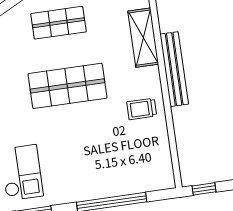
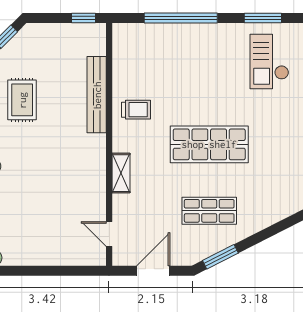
shelving: (143, 38) -> (121, 173), width x0.67, depth x0.75
bench: (174, 69) -> (97, 95), moved

